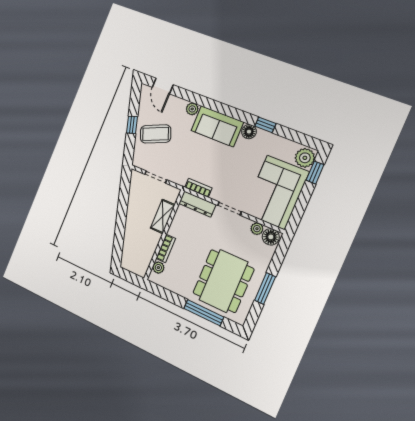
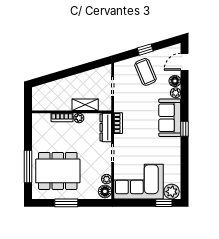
window: (265, 125) -> (185, 129), moved
floor lamp: (249, 132) -> (175, 81), moved
plant: (158, 268) -> (79, 118), moved

